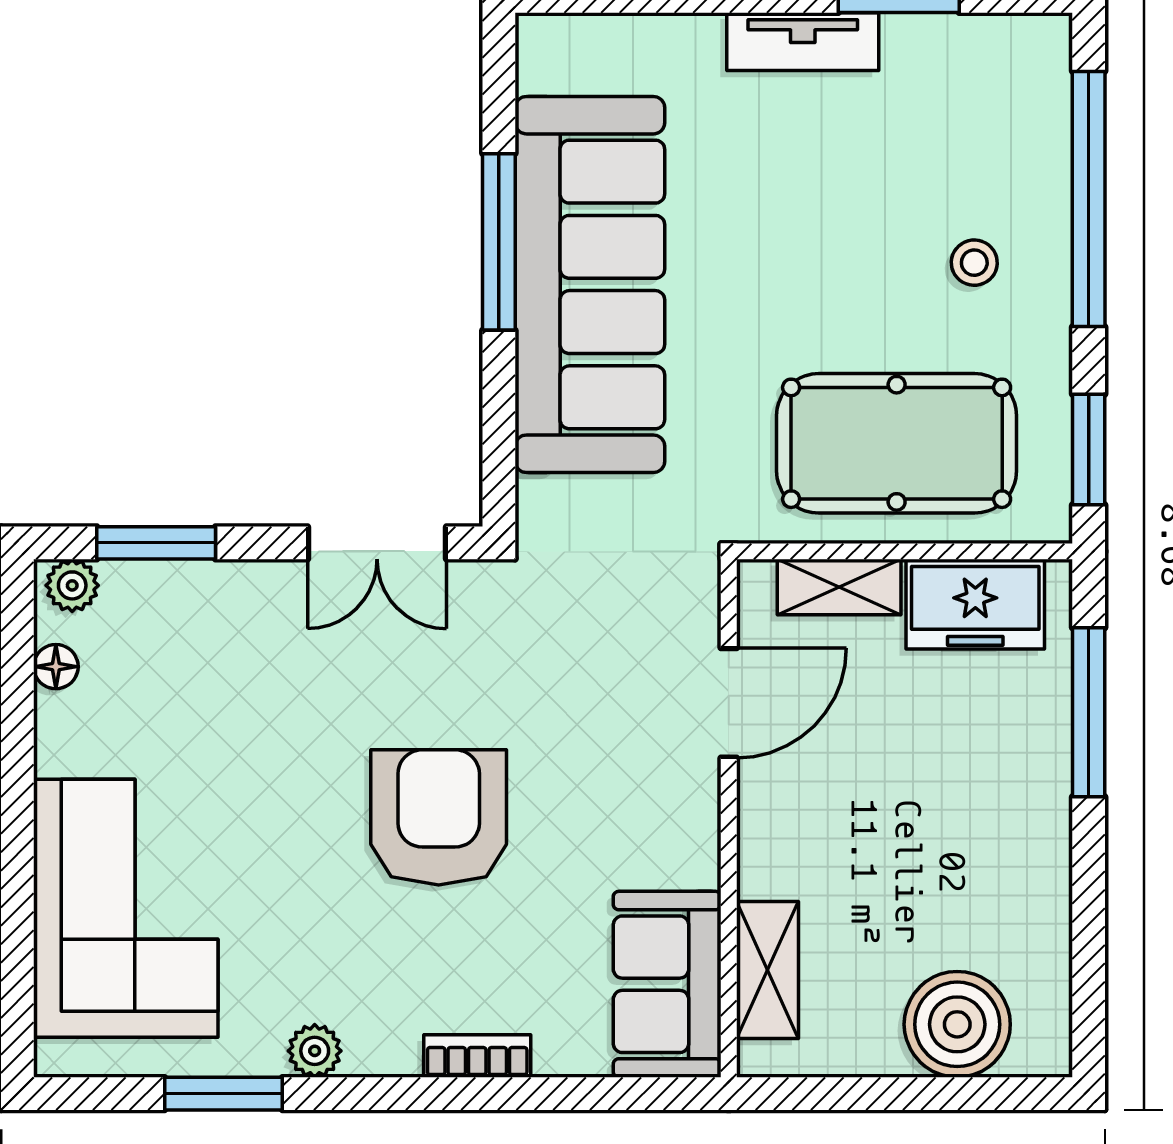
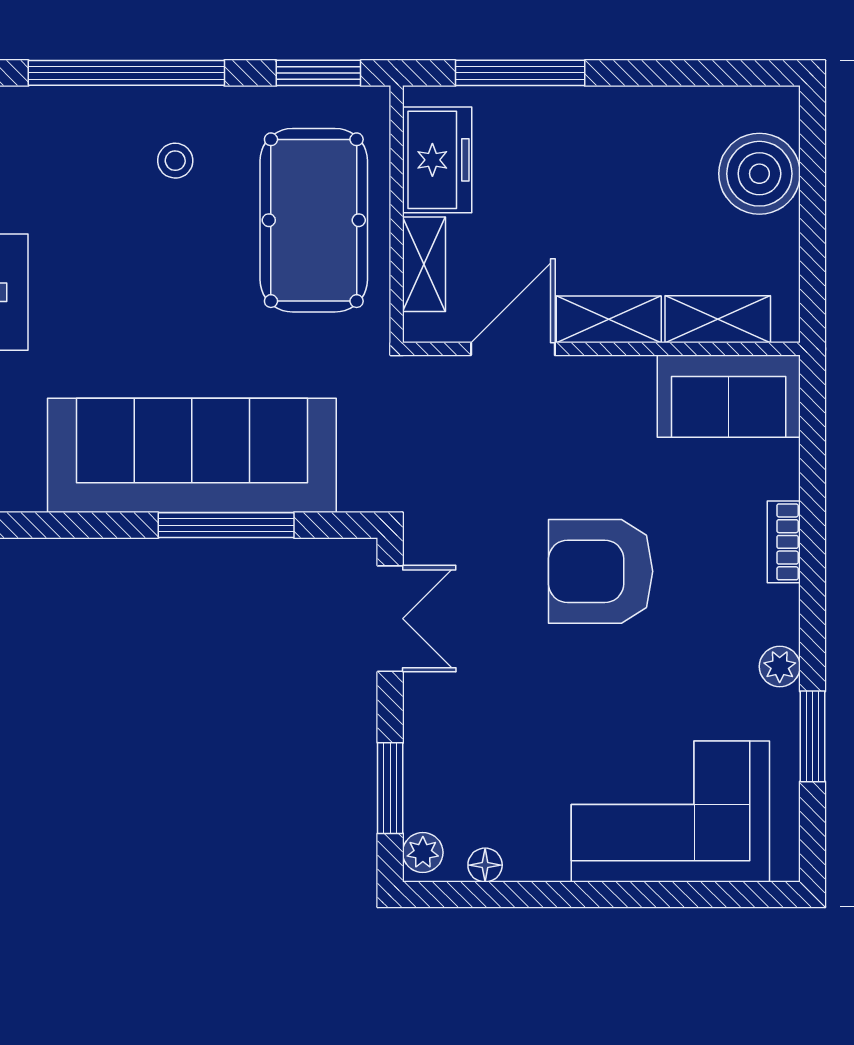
window: (499, 242) -> (226, 525), moved
door: (729, 703) -> (513, 349), hinge flipped
shelving: (767, 828) -> (609, 319), added

